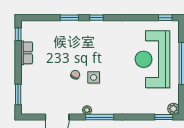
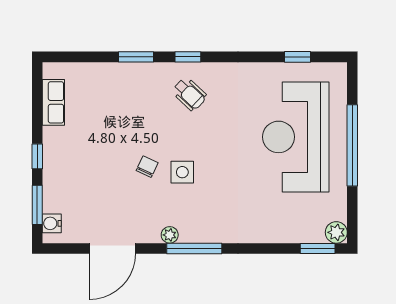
window: (165, 18) -> (297, 57), moved
window: (18, 34) -> (37, 156), moved
wheelchair: (97, 37) -> (189, 94), added
row of seats: (27, 53) -> (53, 102), moved
water cooler: (26, 104) -> (52, 223), added

